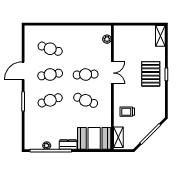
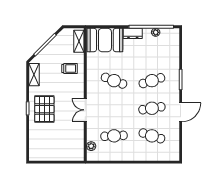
shelving: (160, 36) -> (34, 75), moved
cafe table: (86, 75) -> (114, 136), moved

